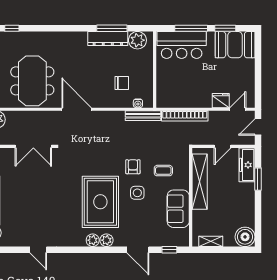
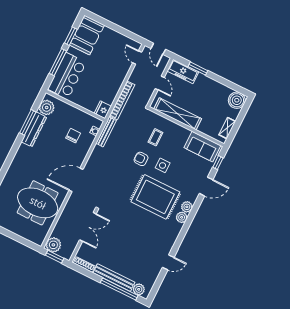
fridge: (221, 101) -> (103, 110), moved
sofa: (178, 209) -> (202, 147), moved

